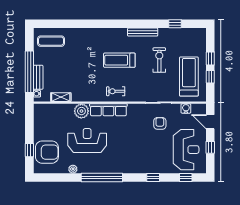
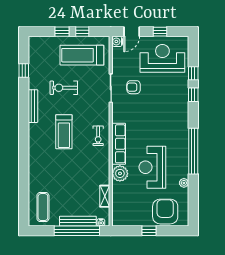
bench: (38, 77) -> (78, 221), width x1.36
water cooler: (186, 108) -> (117, 41), moved
window: (29, 150) -> (149, 231), moved
window: (186, 178) -> (193, 73), moved

